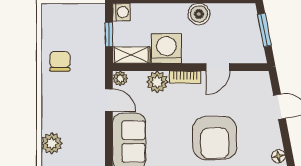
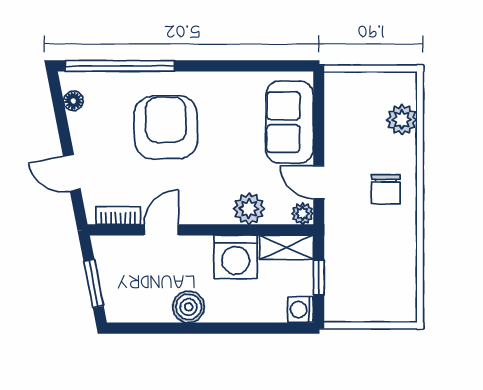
chair: (60, 61) -> (386, 189), moved
bookcase: (185, 77) -> (118, 215), moved

